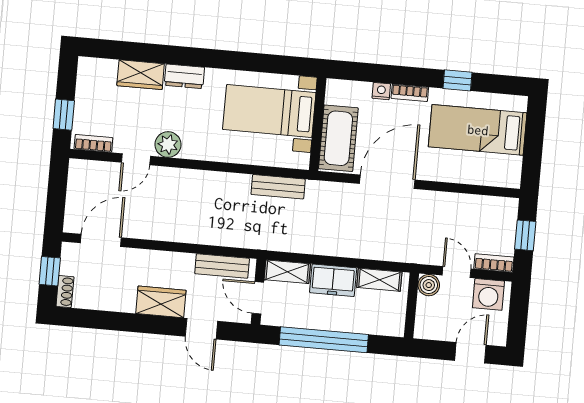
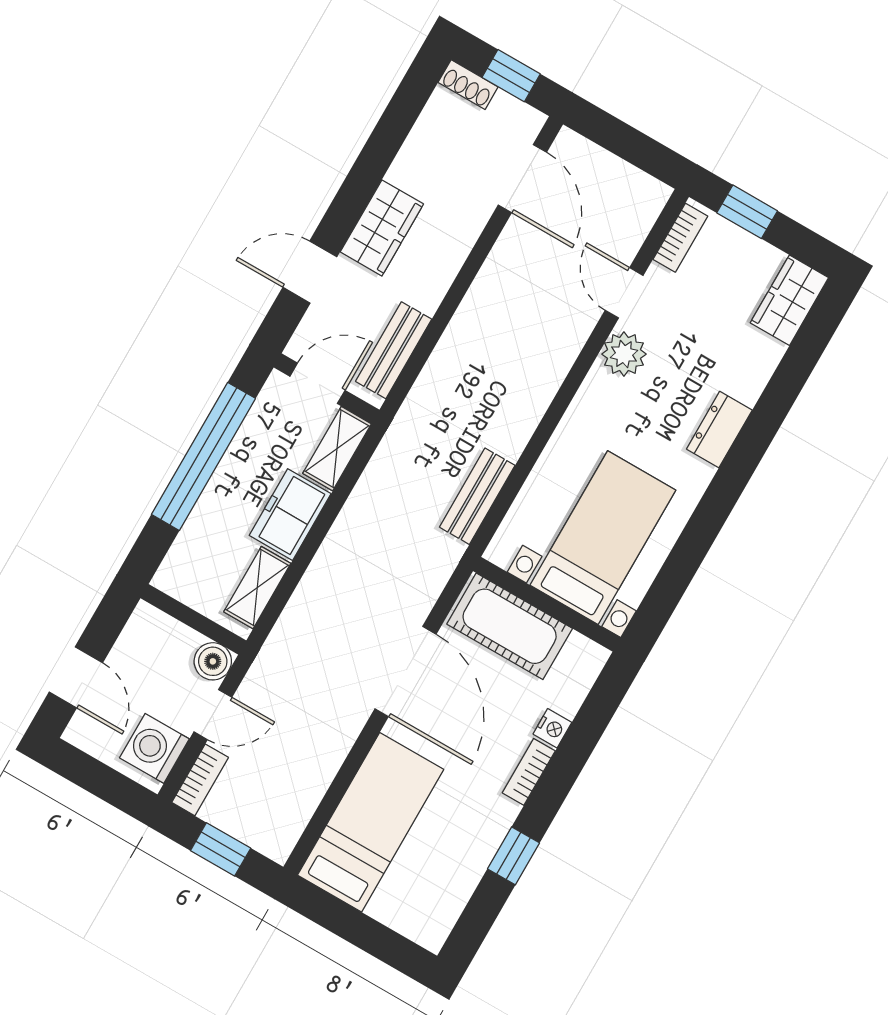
wardrobe: (141, 75) -> (789, 300), moved
bed: (478, 130) -> (371, 822), moved

